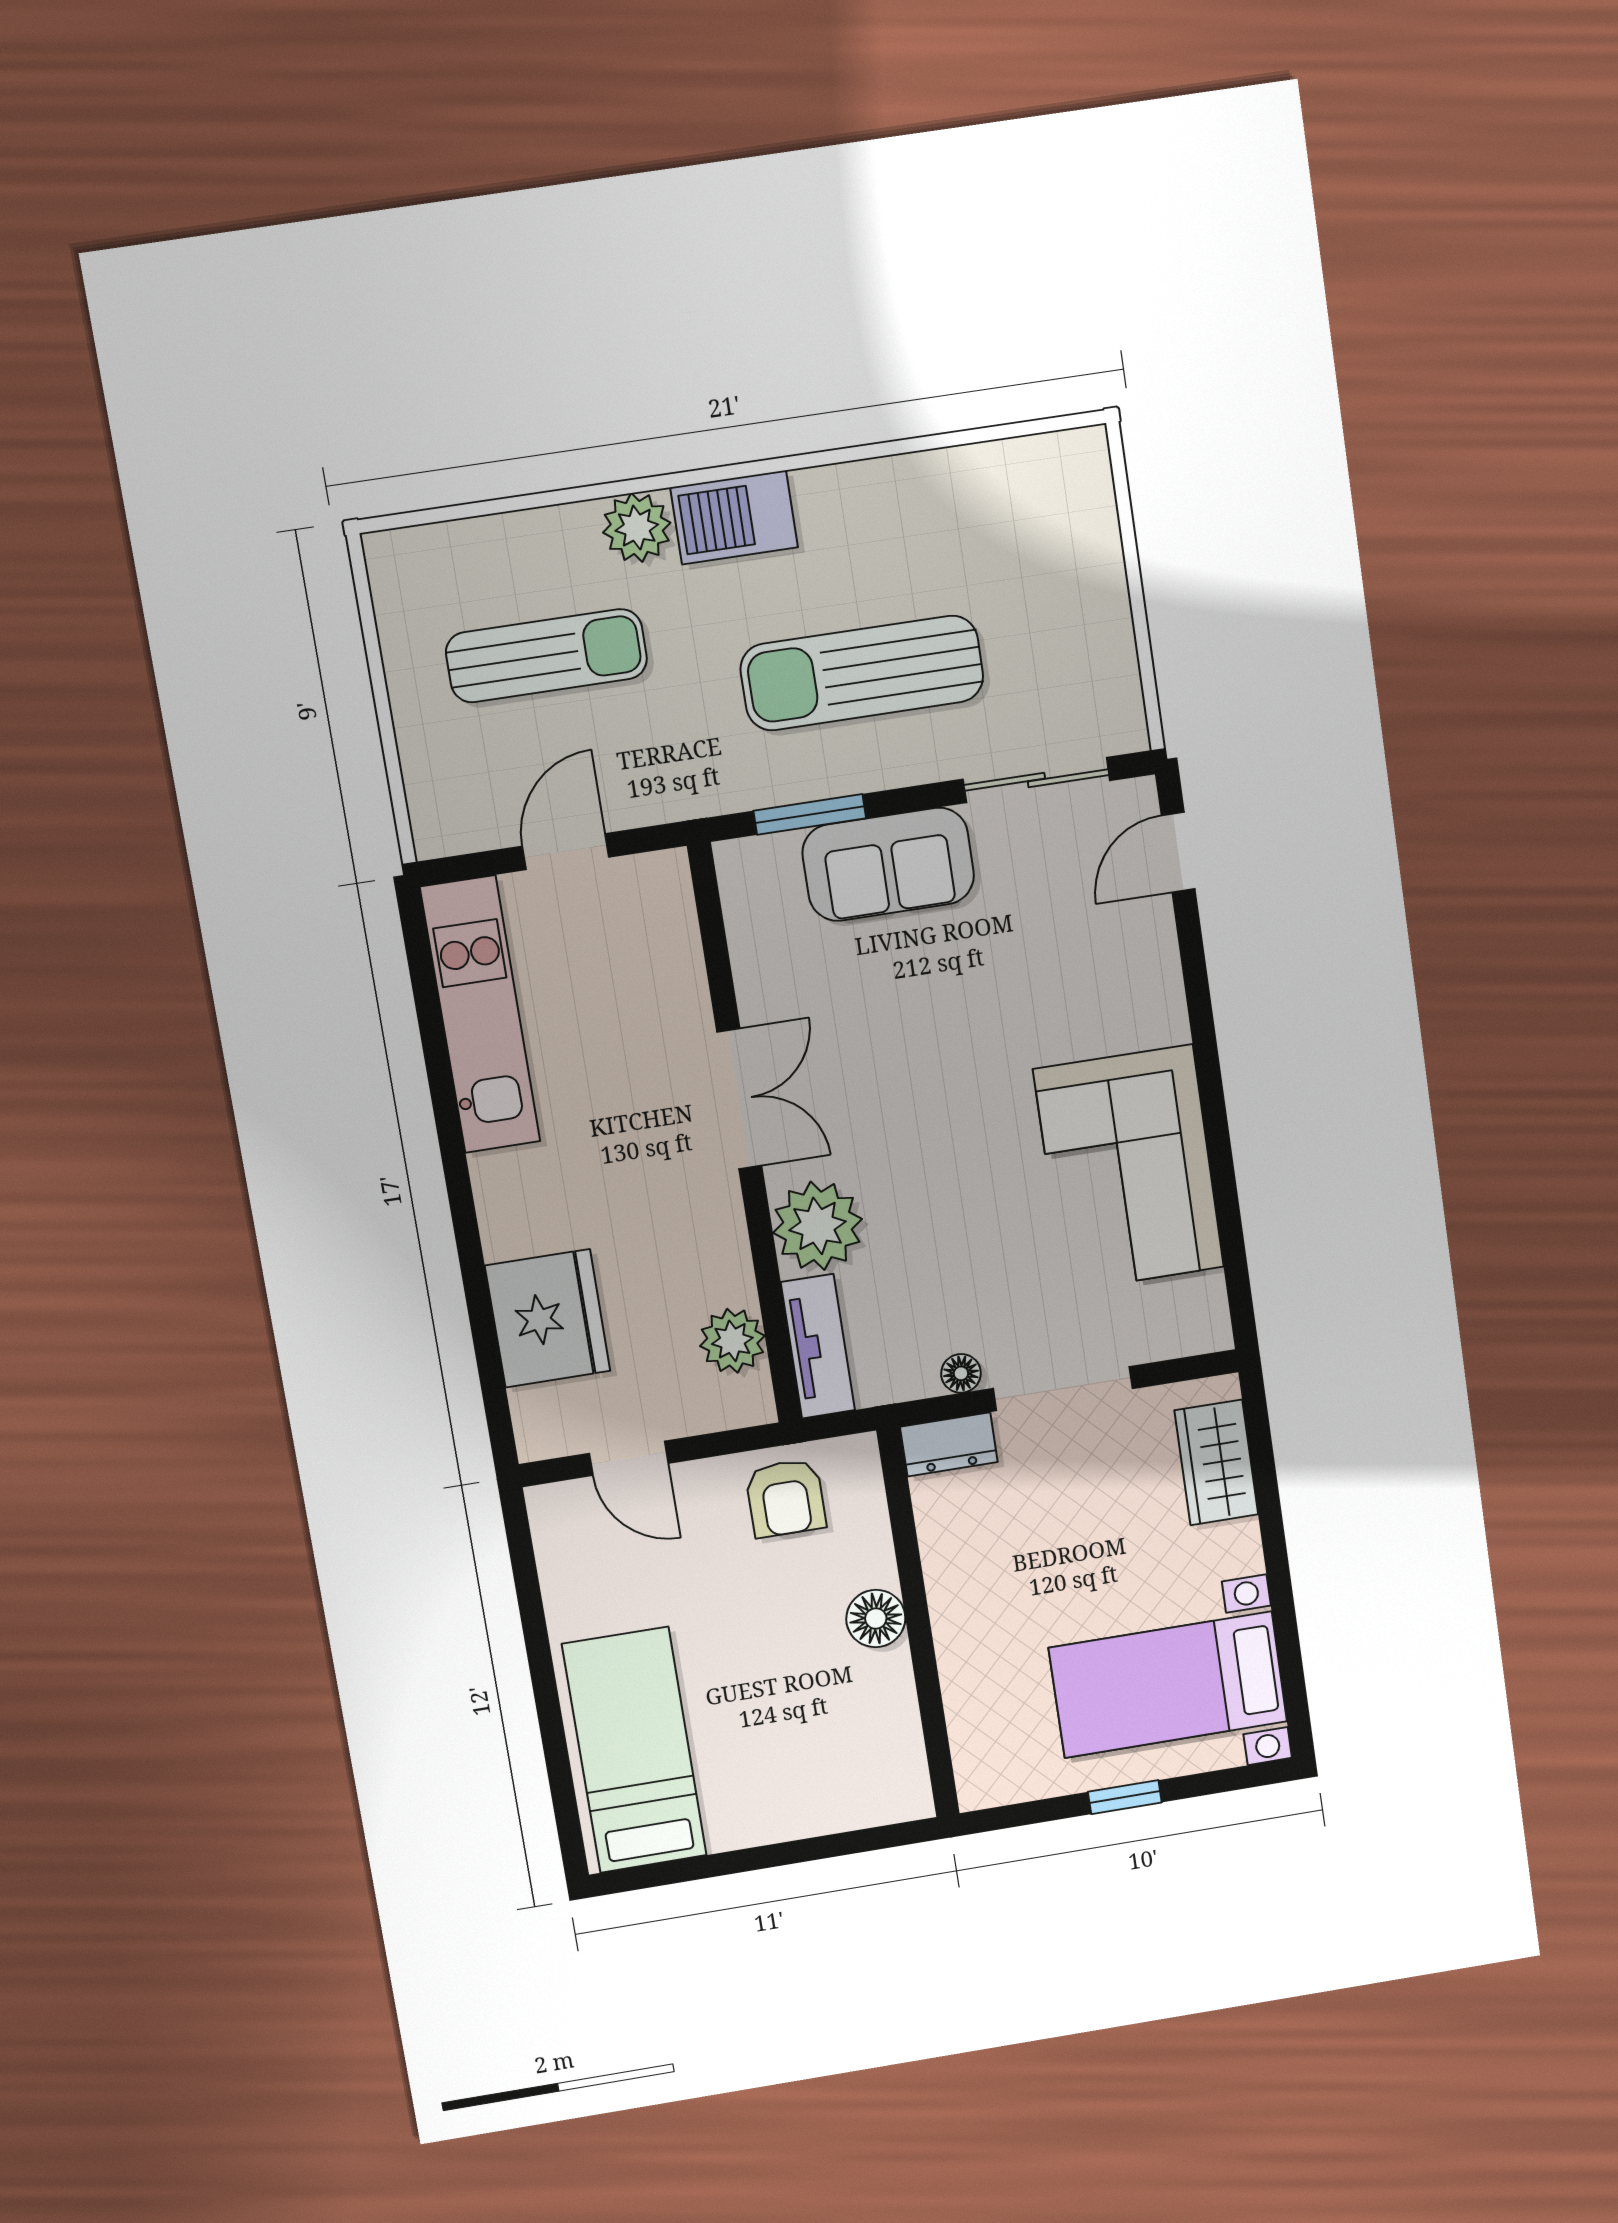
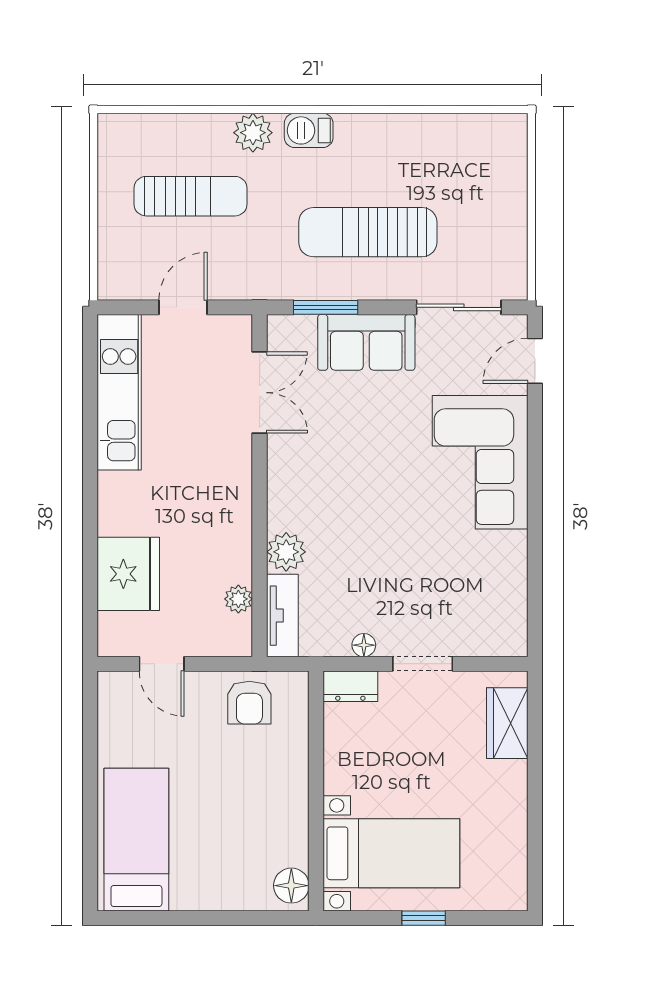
barbecue: (734, 517) -> (309, 130), width x0.73, depth x0.79
double door: (739, 1099) -> (260, 393), moved
corner sofa: (1129, 1168) -> (480, 462), moved
plant: (818, 1226) -> (286, 552), width x0.73, depth x0.73
plant: (732, 1341) -> (238, 599), width x0.73, depth x0.73
doorway: (1063, 1389) -> (423, 664), width x0.73
floor lamp: (876, 1619) -> (291, 886), moved
bed with nightstands: (1168, 1685) -> (391, 853), moved, turned 180

